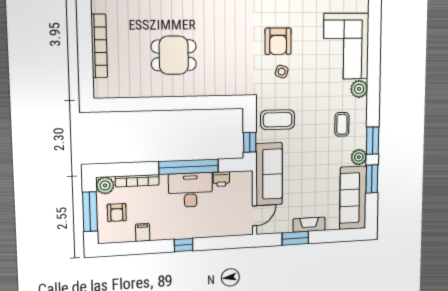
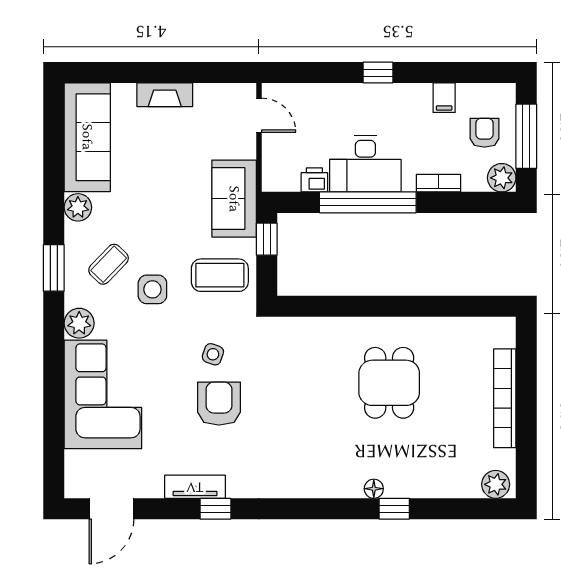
dining table: (174, 55) -> (389, 383), turned 90
side table: (317, 110) -> (152, 289), added
coffee table: (342, 124) -> (109, 264), turned 44
window: (373, 141) -> (54, 268), moved
sofa: (269, 174) -> (234, 199), width x0.73
window: (372, 179) -> (54, 168), removed
bookcase: (137, 181) -> (438, 183), width x0.64
door: (255, 216) -> (259, 115), swing flipped
window: (295, 238) -> (189, 73), removed

